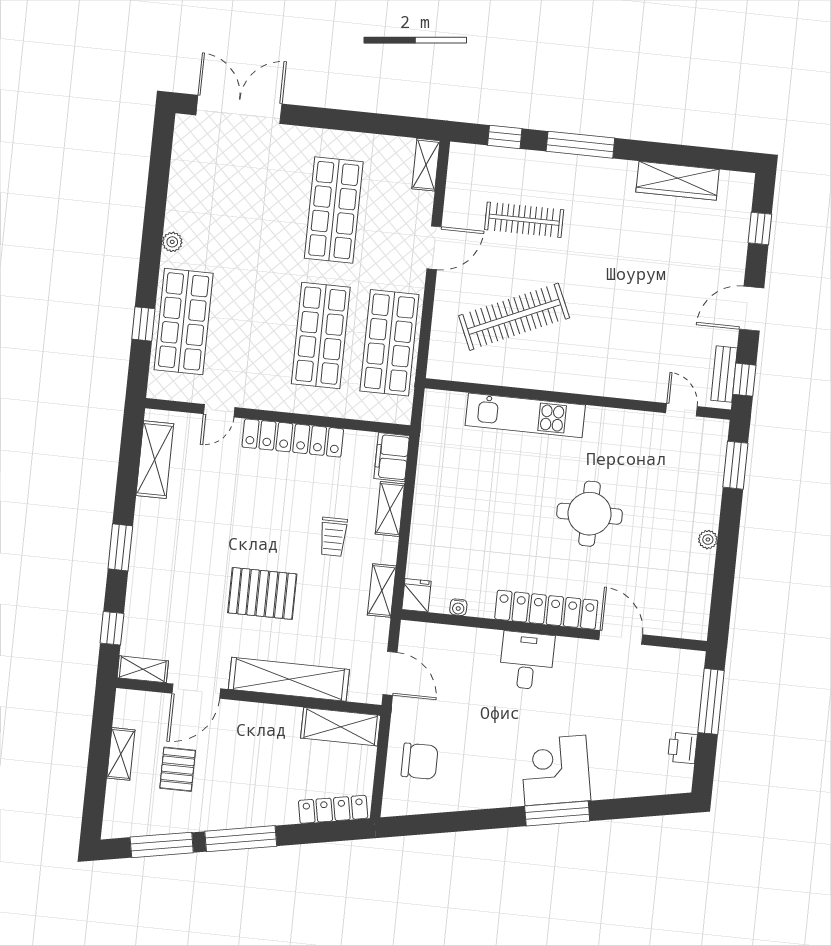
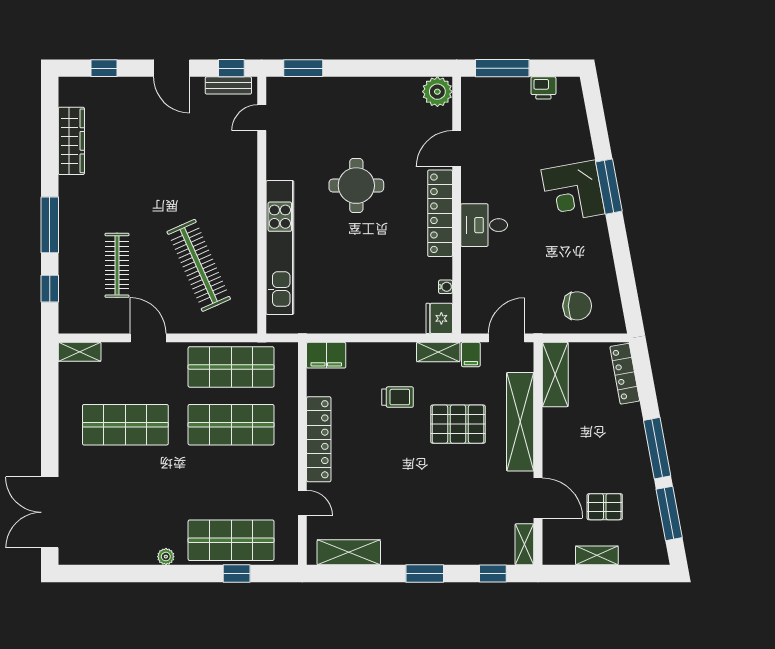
kitchen unit: (525, 415) -> (280, 248), width x1.36
shelving: (390, 509) -> (370, 352), removed
plant: (708, 540) -> (437, 92), moved, width x1.88, depth x1.88
pallet: (262, 593) -> (458, 424), moved, turned 90
fridge: (416, 595) -> (439, 318), width x1.38
filing cabinet: (375, 629) -> (471, 355), added
chair: (420, 761) -> (577, 306), turned 90

